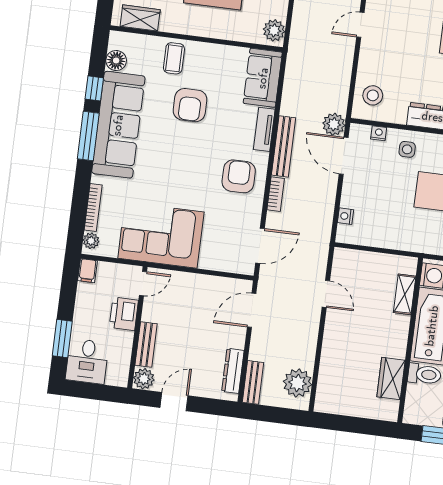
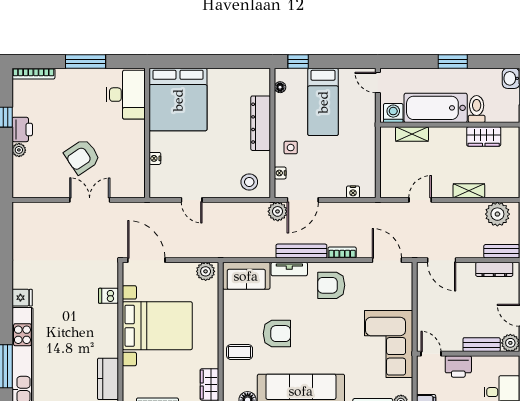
shelving: (329, 353) -> (469, 191), added

